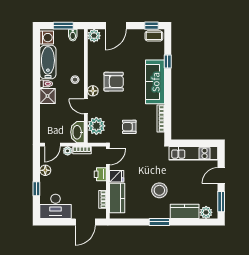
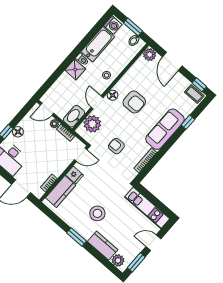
door: (116, 26) -> (172, 61), hinge flipped
floor lamp: (45, 170) -> (18, 132), moved
printer: (100, 174) -> (64, 163), removed

